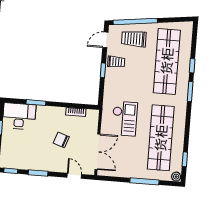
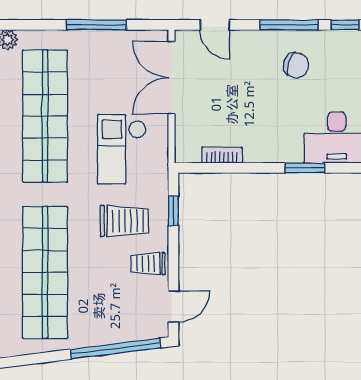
trolley: (134, 39) -> (125, 221), moved
window: (103, 70) -> (173, 211), moved
chair: (61, 140) -> (296, 65), moved
window: (38, 173) -> (289, 25), width x1.44
window: (144, 181) -> (96, 25), moved

